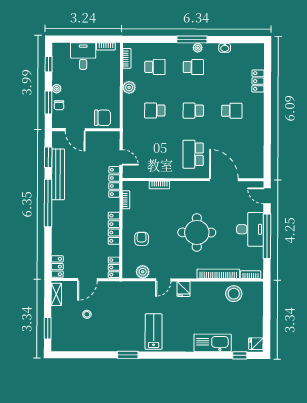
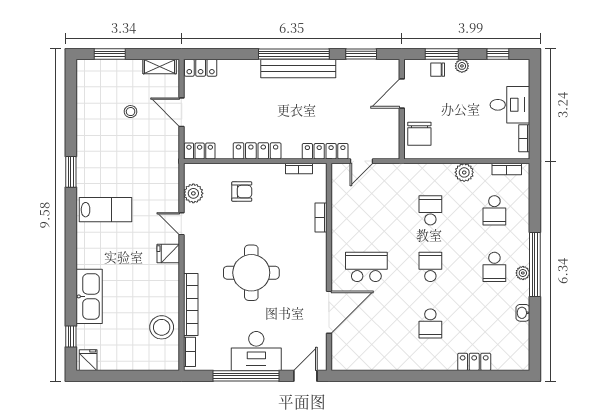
window: (192, 39) -> (535, 265), width x1.46
bench: (58, 174) -> (298, 68), moved

